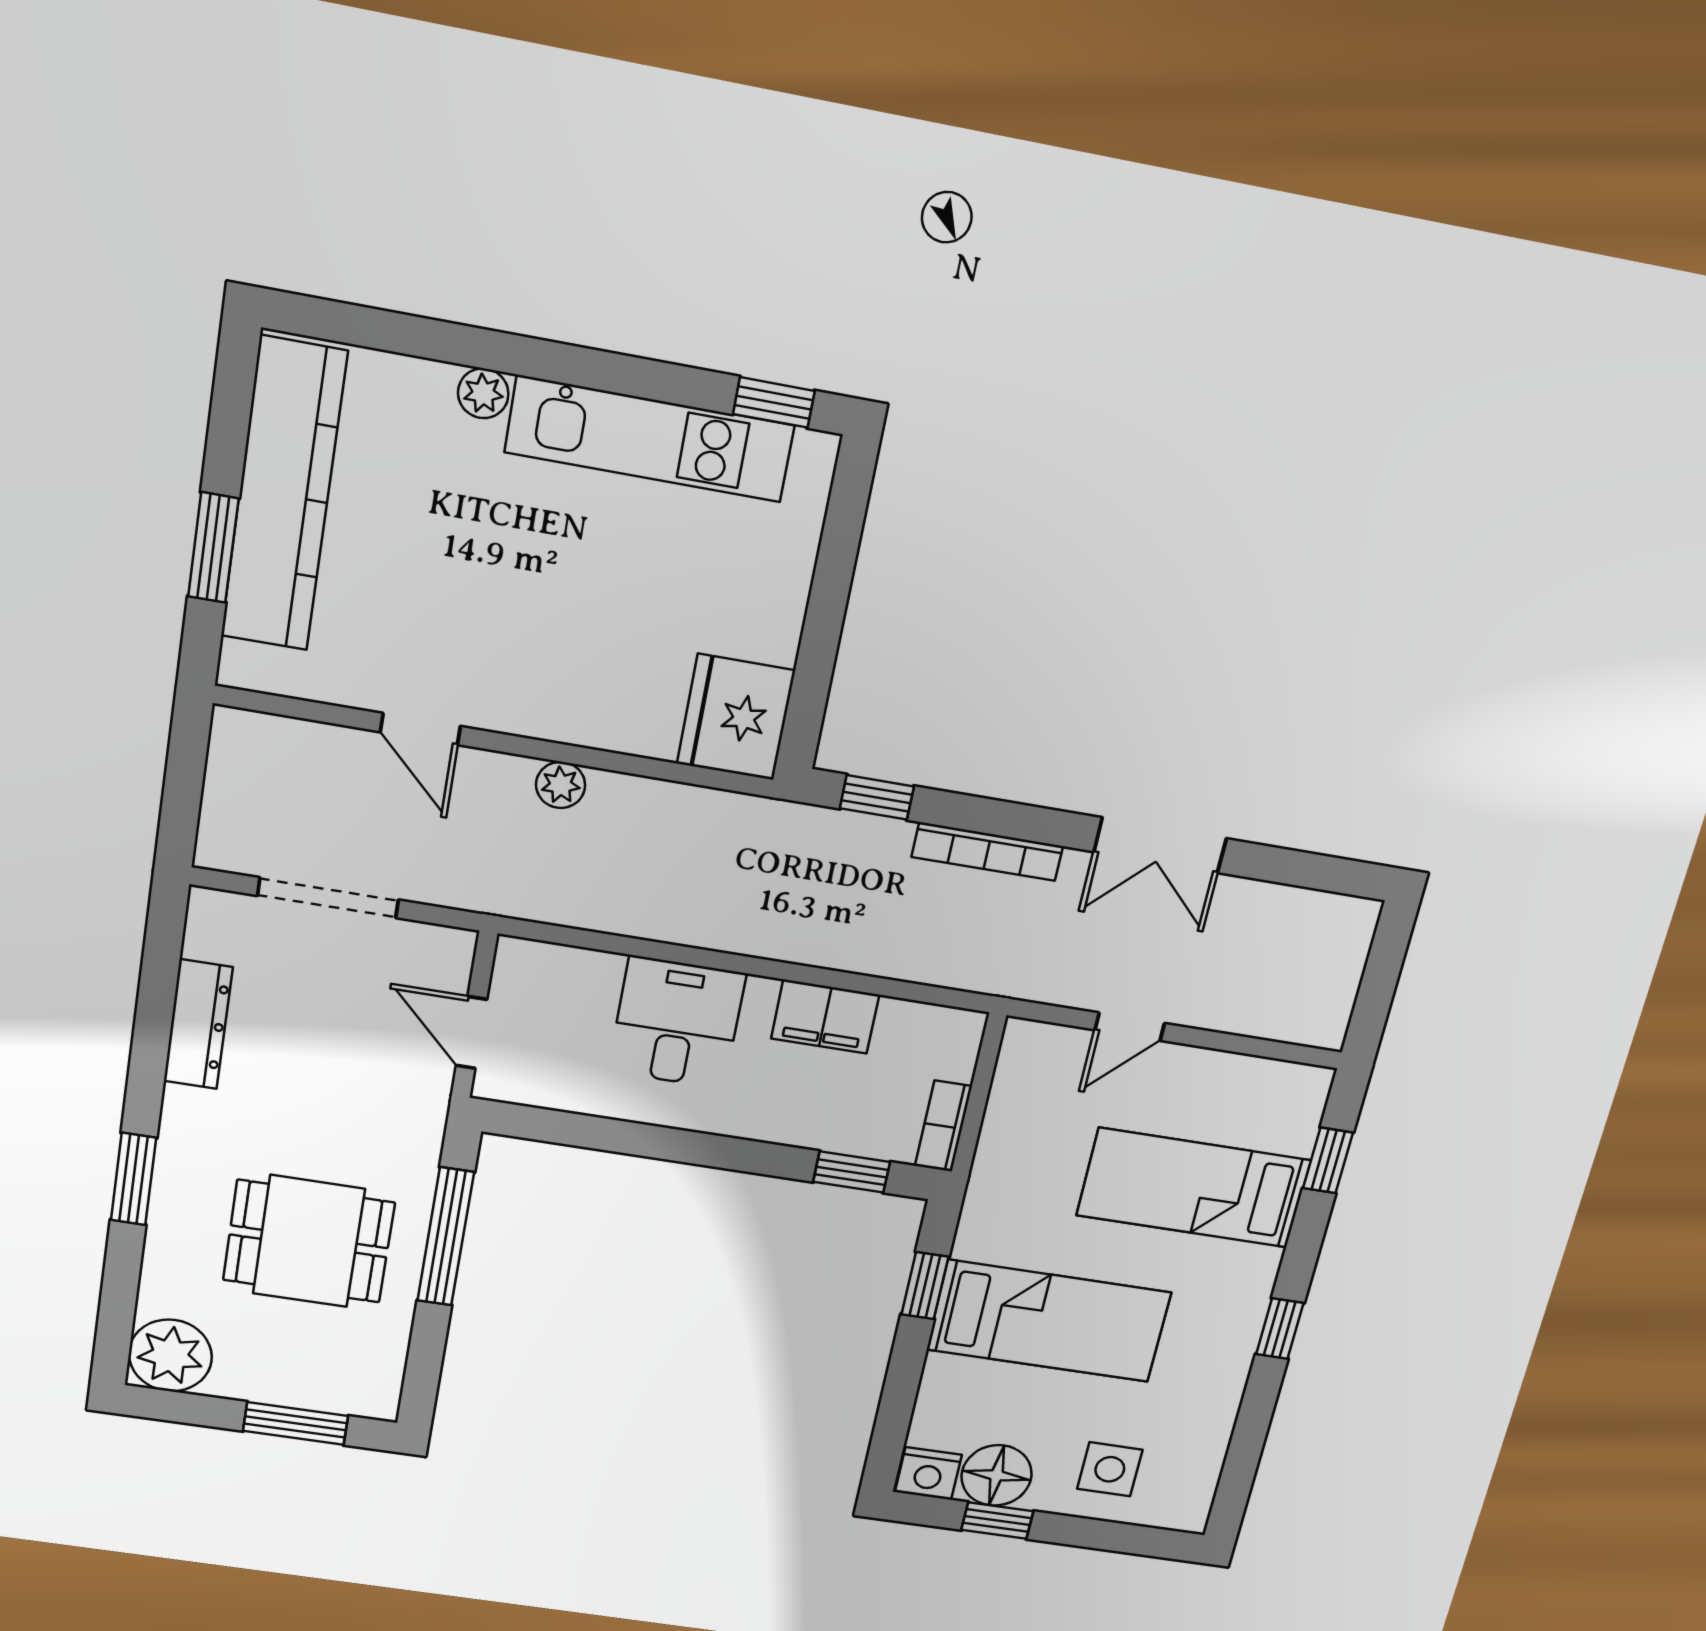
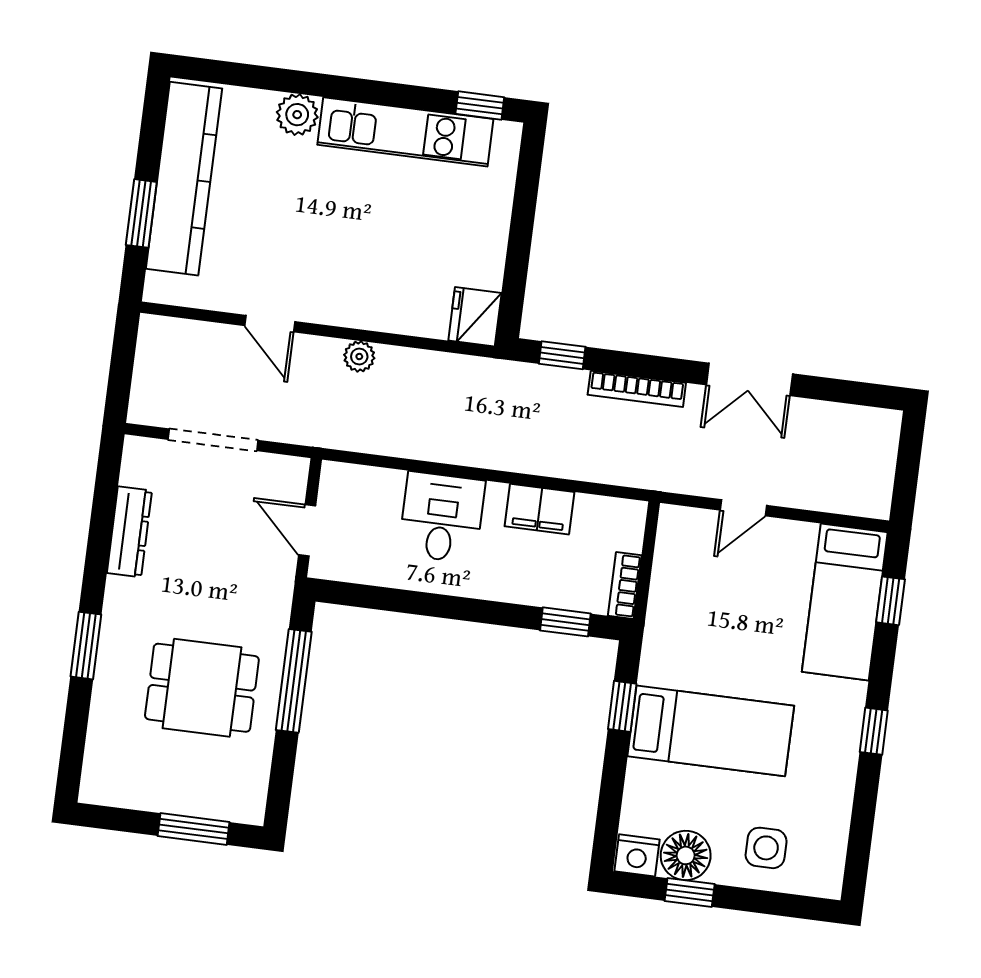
plant: (483, 393) -> (297, 115), width x1.38, depth x1.38
fridge: (736, 717) -> (475, 317), width x0.73, depth x0.75
bed: (1194, 1188) -> (845, 602), moved, turned -90
plant: (170, 1355) -> (109, 778), removed

